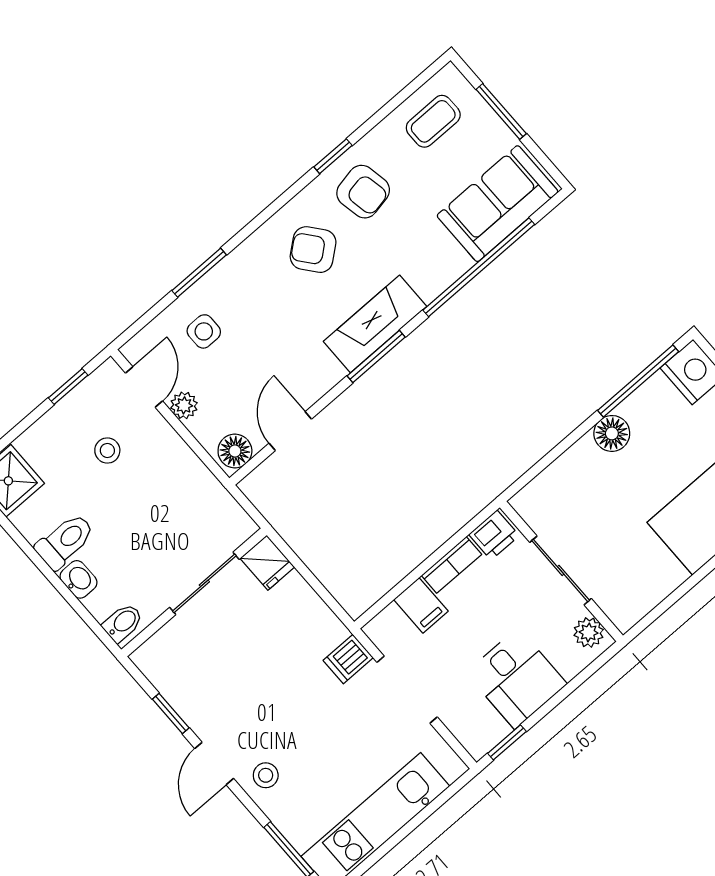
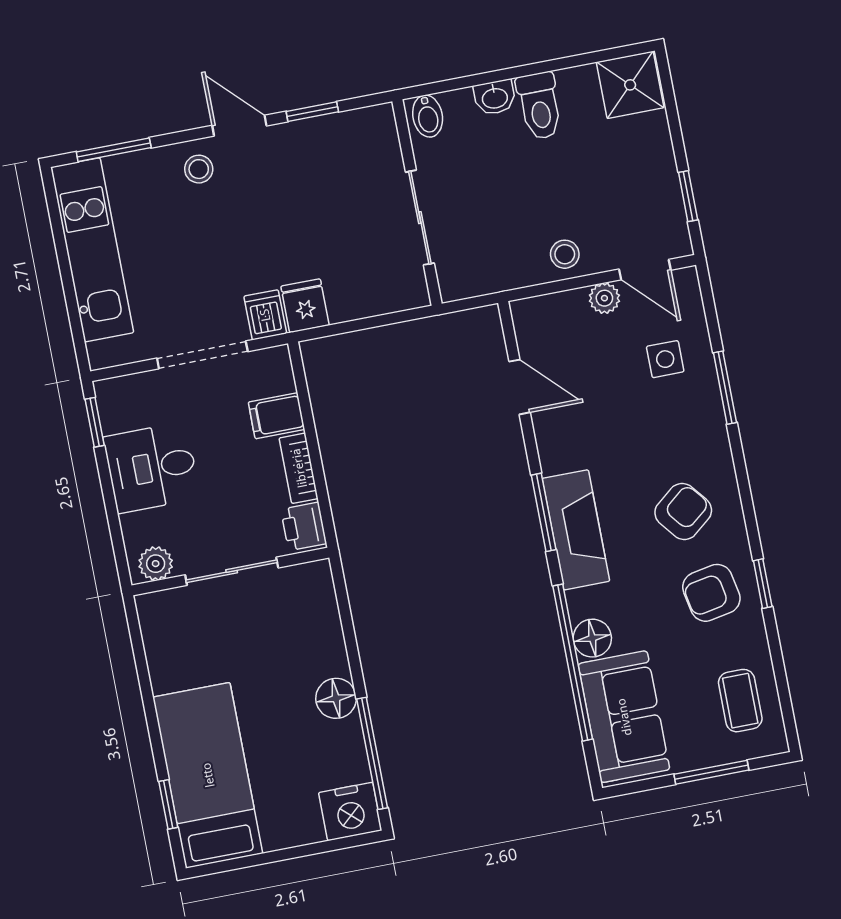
stool: (107, 451) -> (565, 254), moved
floor lamp: (235, 451) -> (592, 638), moved
fridge: (267, 563) -> (305, 306), moved, turned 90

